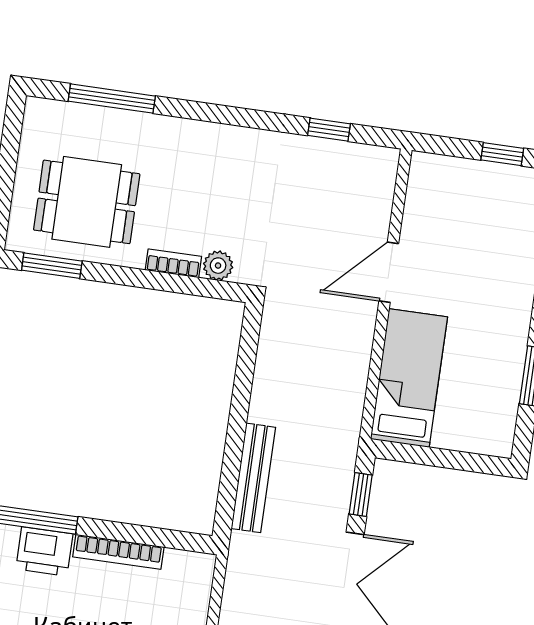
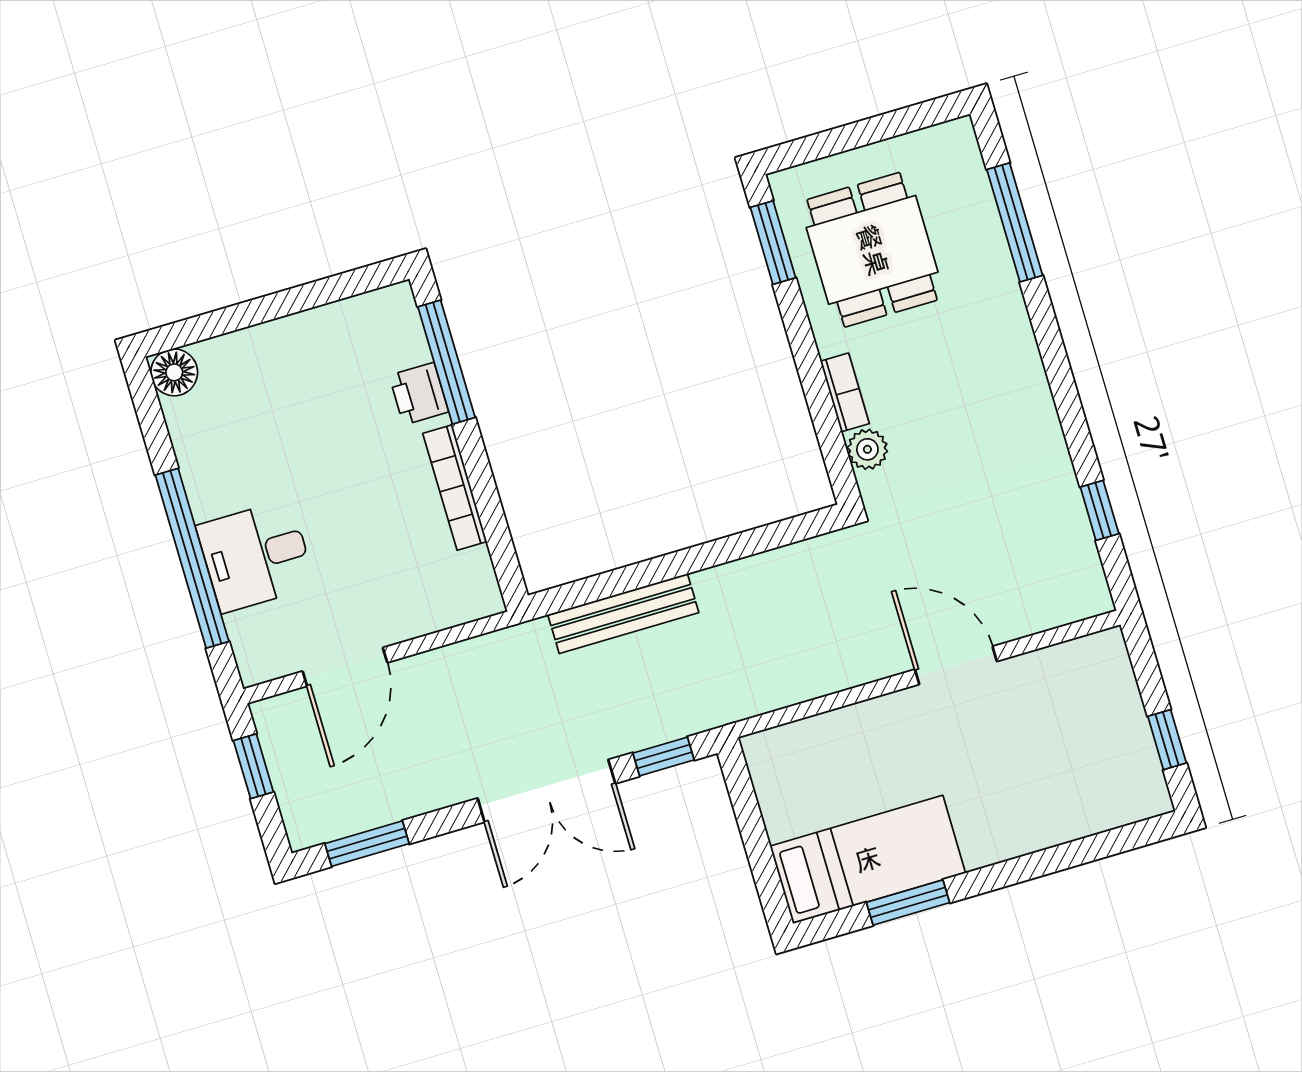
bed: (409, 378) -> (868, 860), moved
printer: (44, 551) -> (419, 394), width x0.73, depth x0.81

